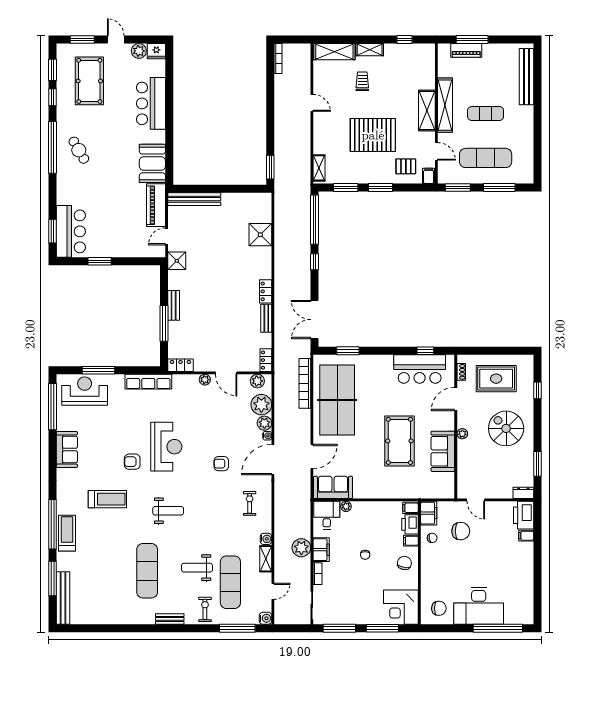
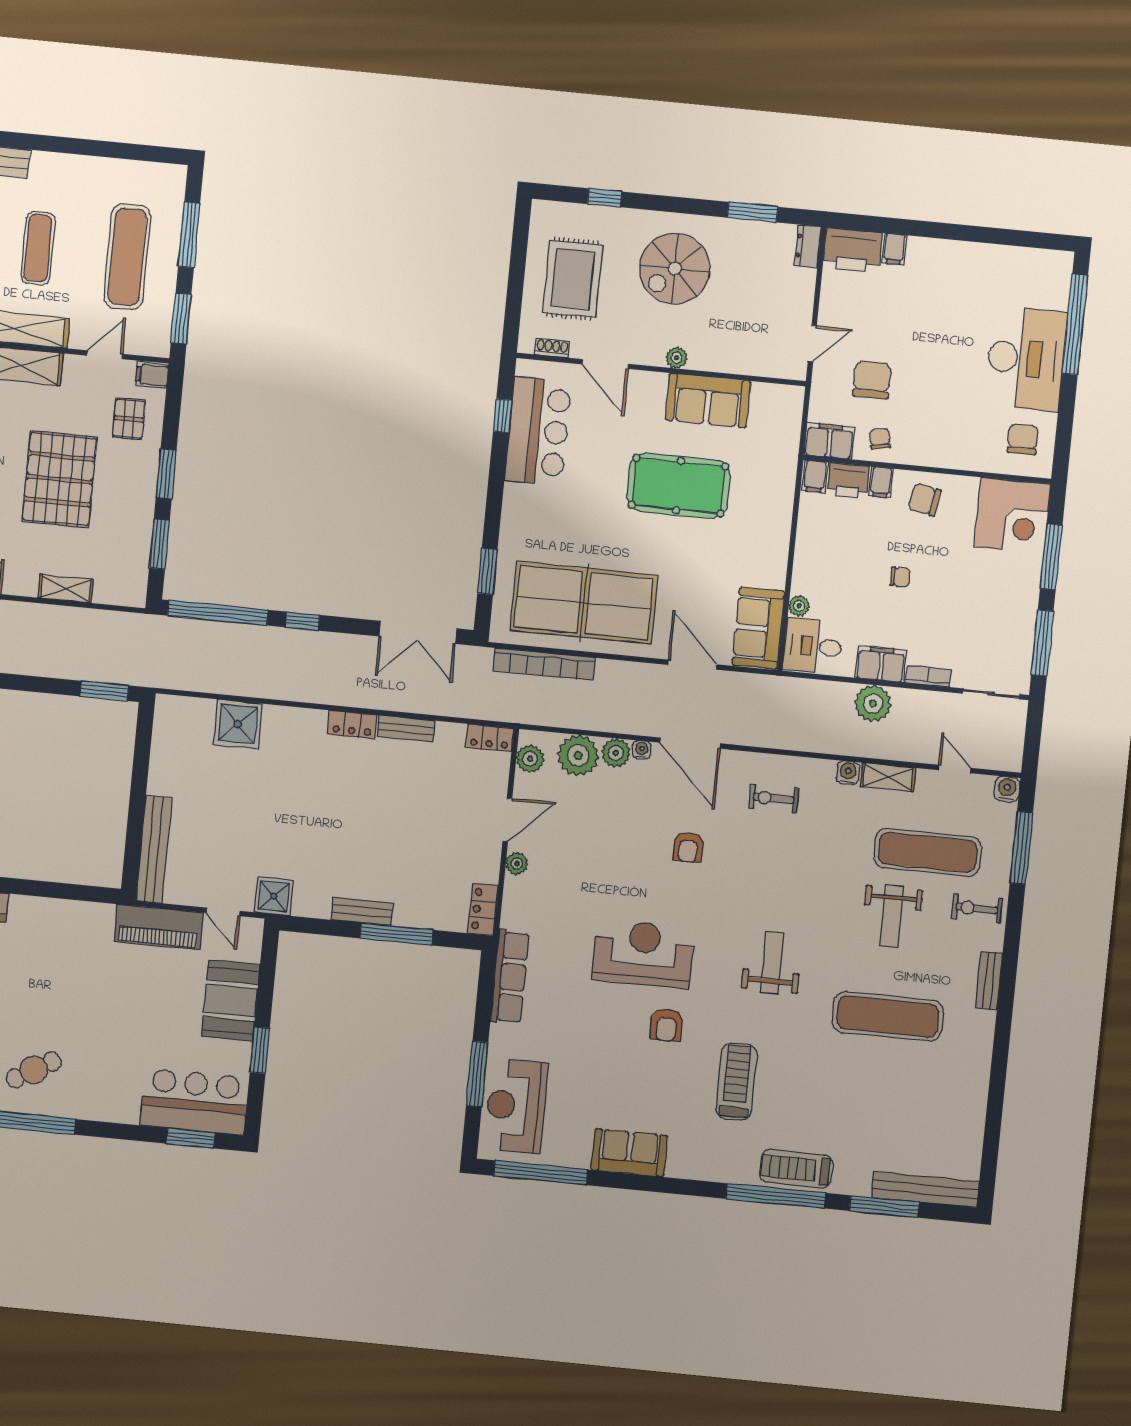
booth: (152, 163) -> (231, 1000), moved, turned 90
shelving: (319, 168) -> (66, 589), moved

